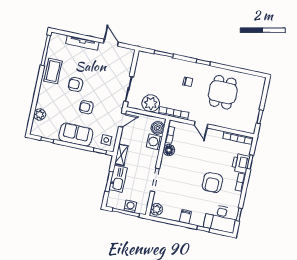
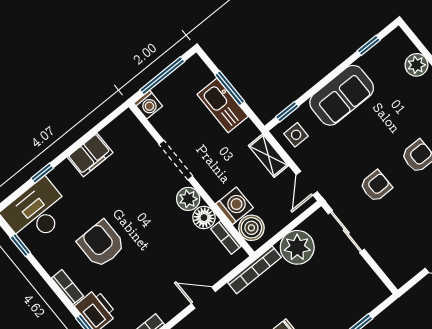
armchair: (86, 107) -> (376, 186), moved
shelving: (121, 155) -> (268, 156), moved
washing machine: (130, 206) -> (148, 105), moved
plant: (157, 209) -> (188, 199), moved
filing cabinet: (185, 217) -> (90, 155), width x2.00

